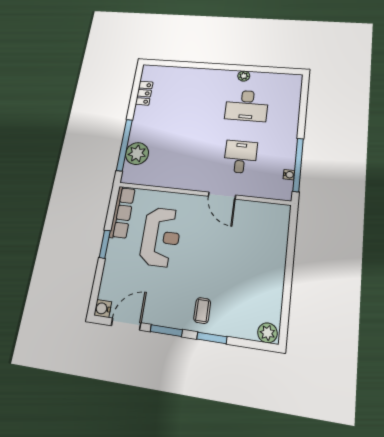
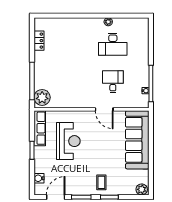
plant: (137, 153) -> (42, 97), moved
sofa: (268, 248) -> (137, 140), added
water cooler: (103, 309) -> (39, 178), moved

